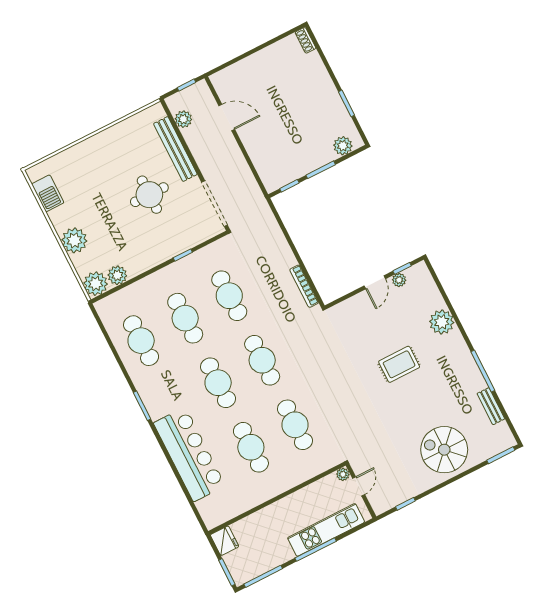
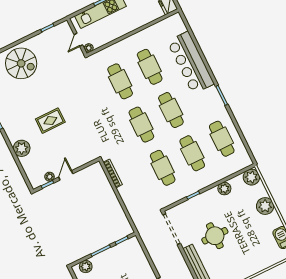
plant: (117, 275) -> (224, 189), moved

